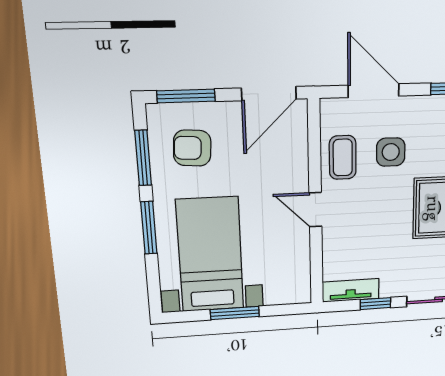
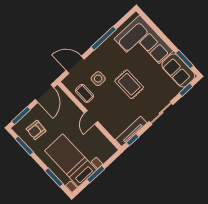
door: (315, 210) -> (91, 117), hinge flipped
window: (149, 228) -> (54, 177), moved
tv unit: (351, 290) -> (131, 131), width x1.41
window: (375, 304) -> (133, 140), moved

